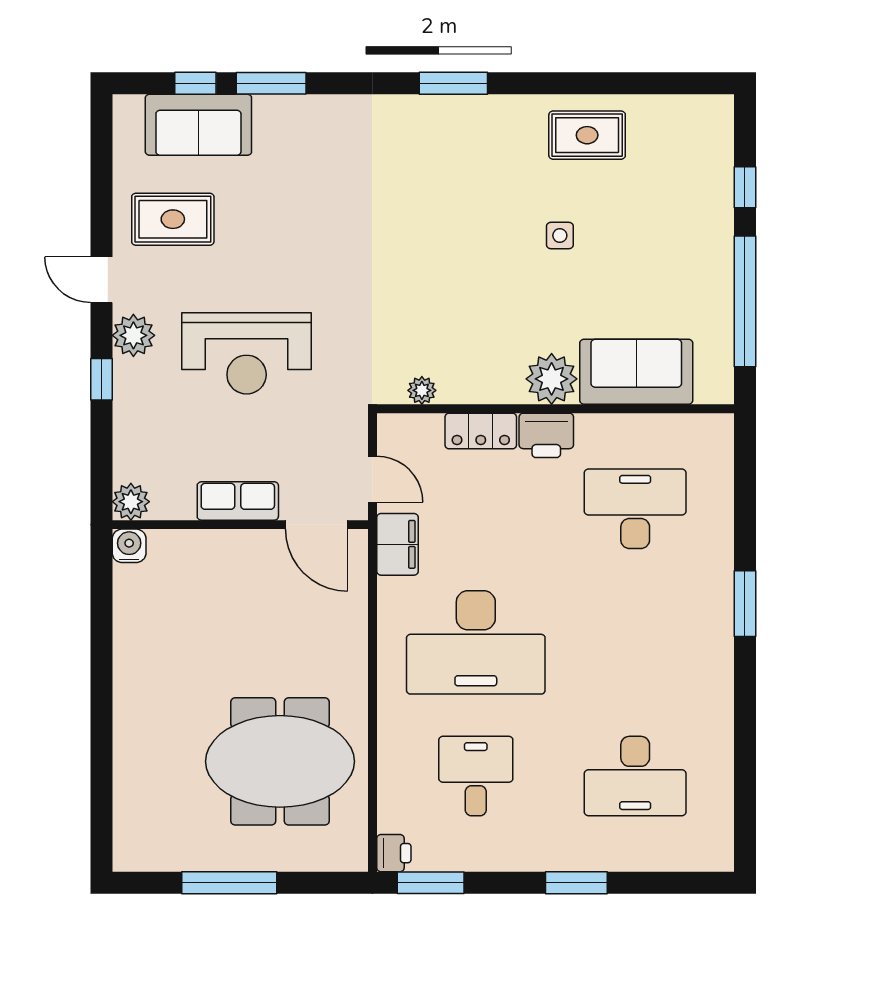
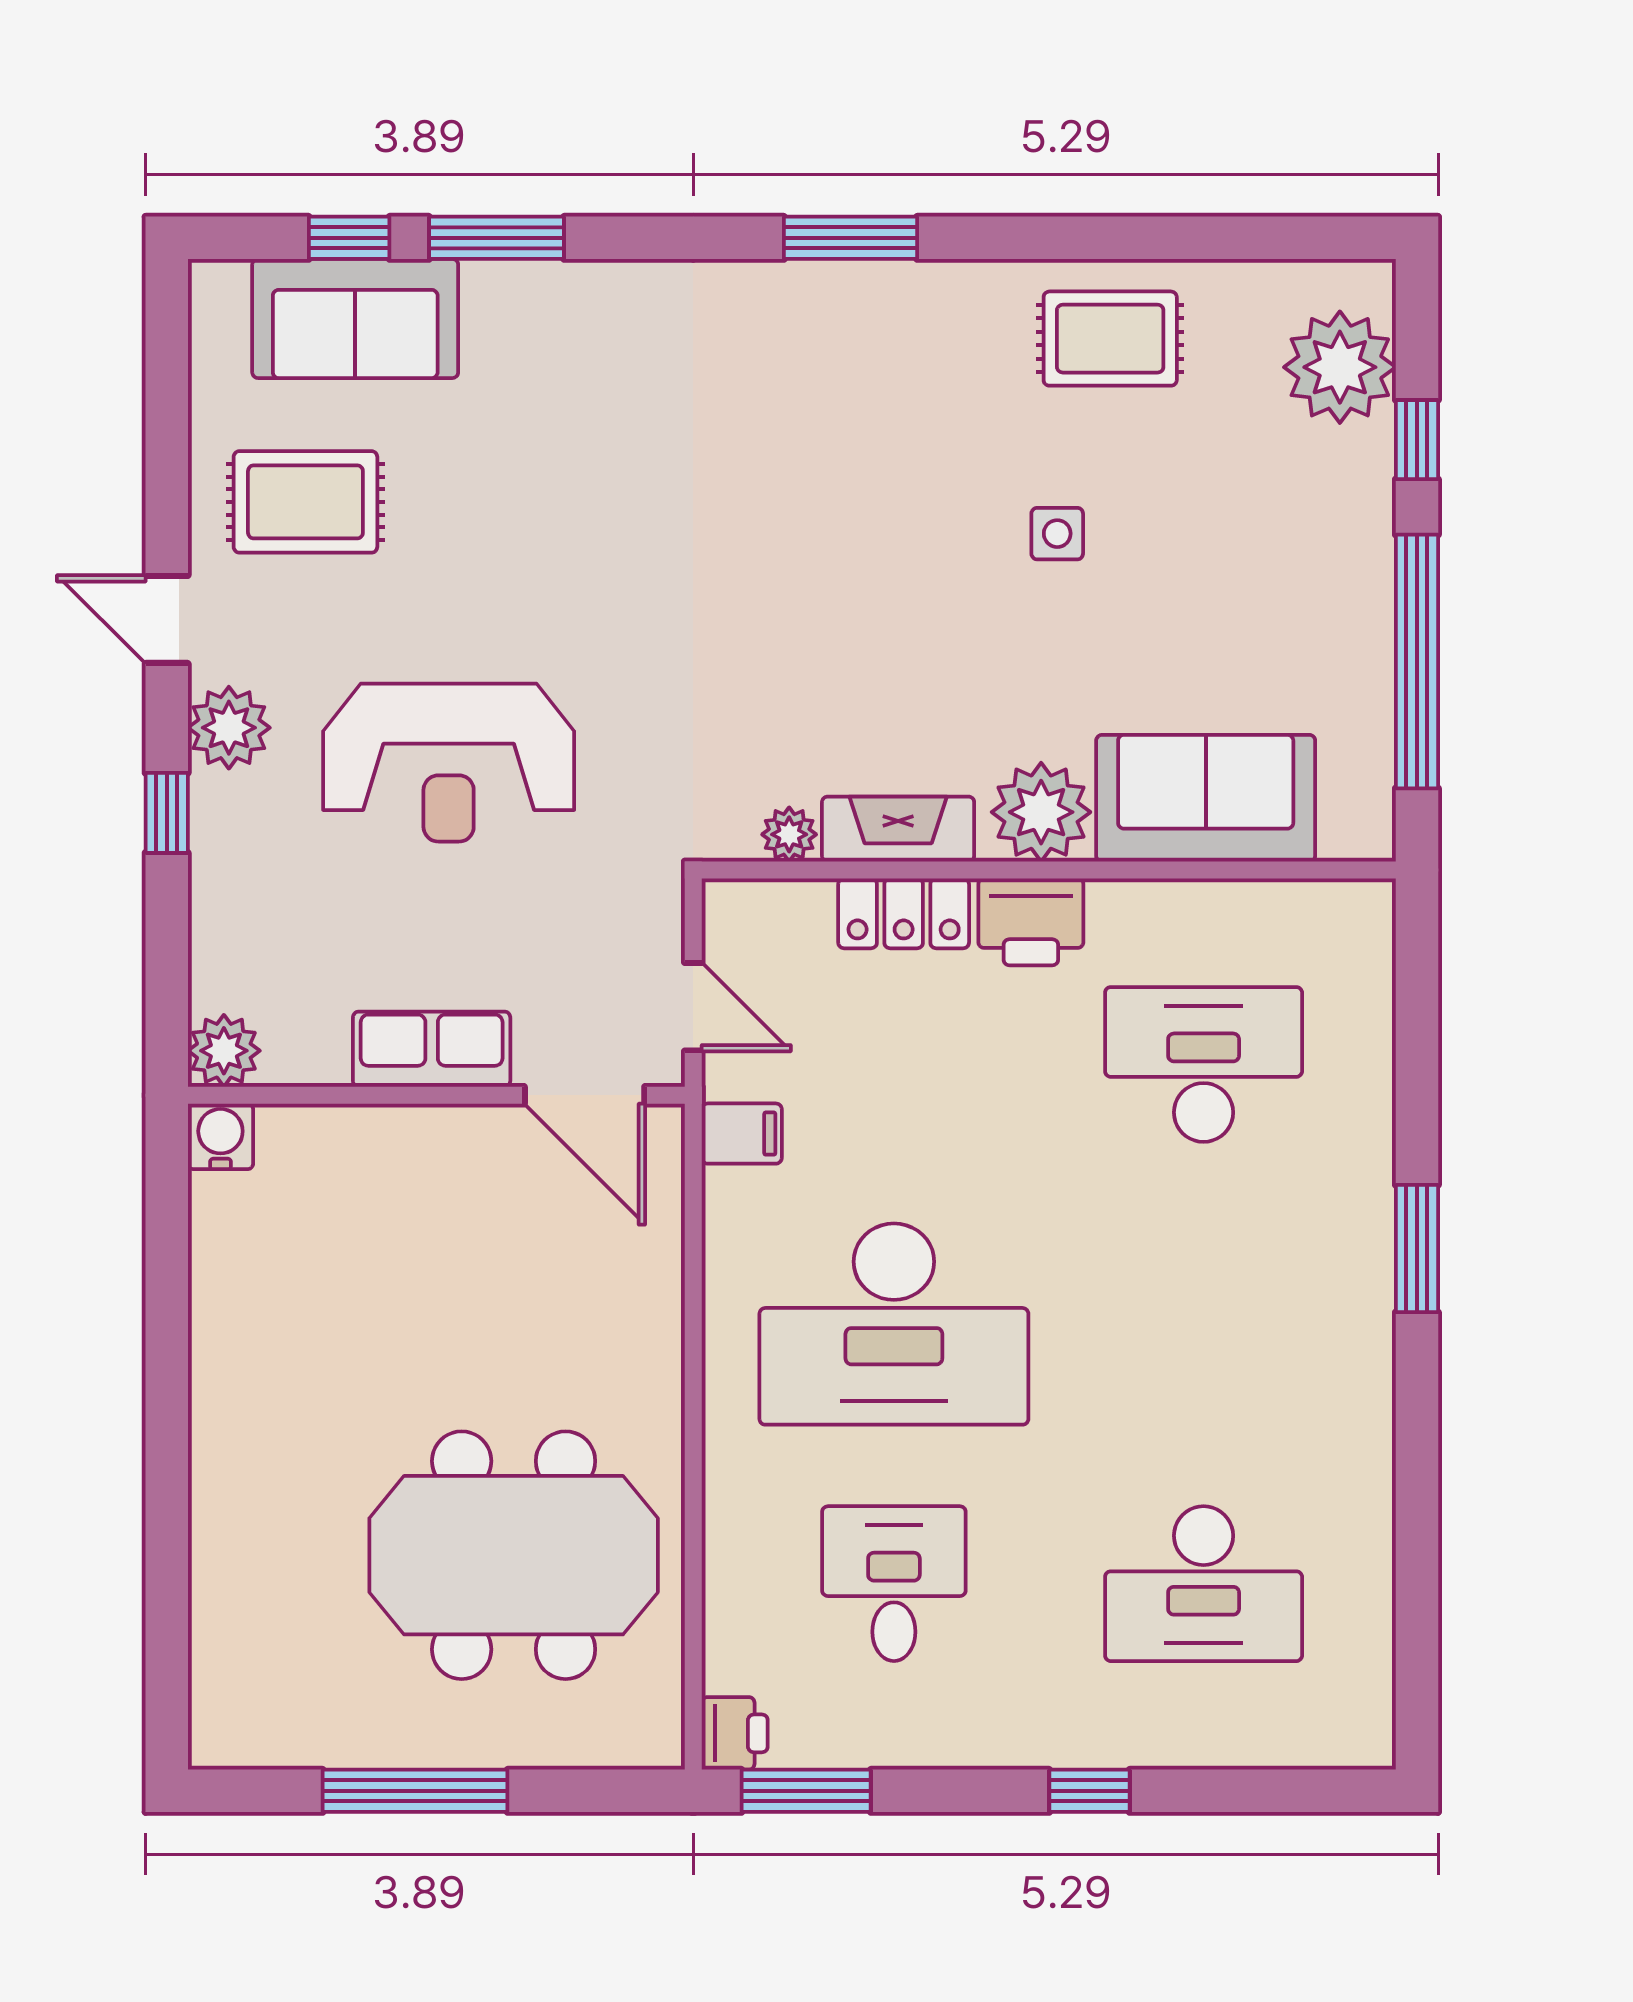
plant: (705, 150) -> (1340, 367), added
fireplace: (478, 388) -> (898, 829), added
filing cabinet: (397, 544) -> (742, 1134), width x0.50
window: (576, 883) -> (1089, 1791), width x0.67

